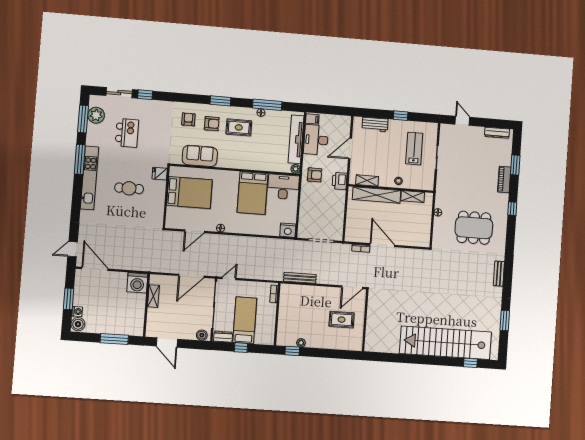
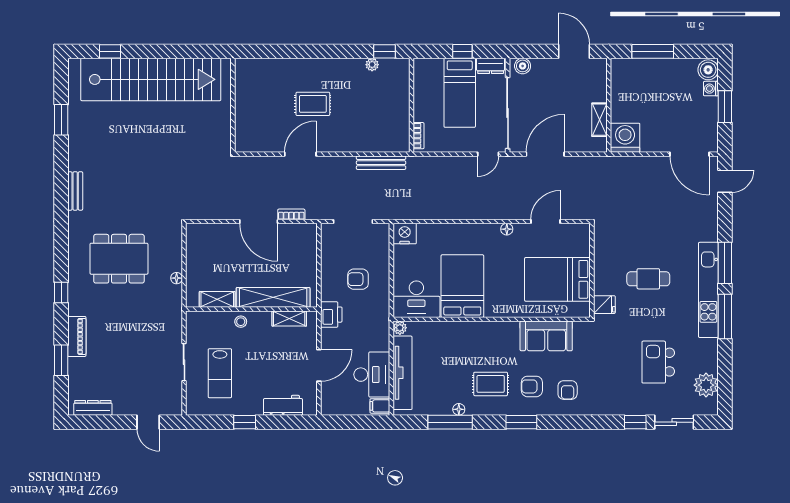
window: (83, 119) -> (725, 263), moved
armchair: (315, 175) -> (358, 279), moved
wall: (365, 320) -> (233, 105), moved

